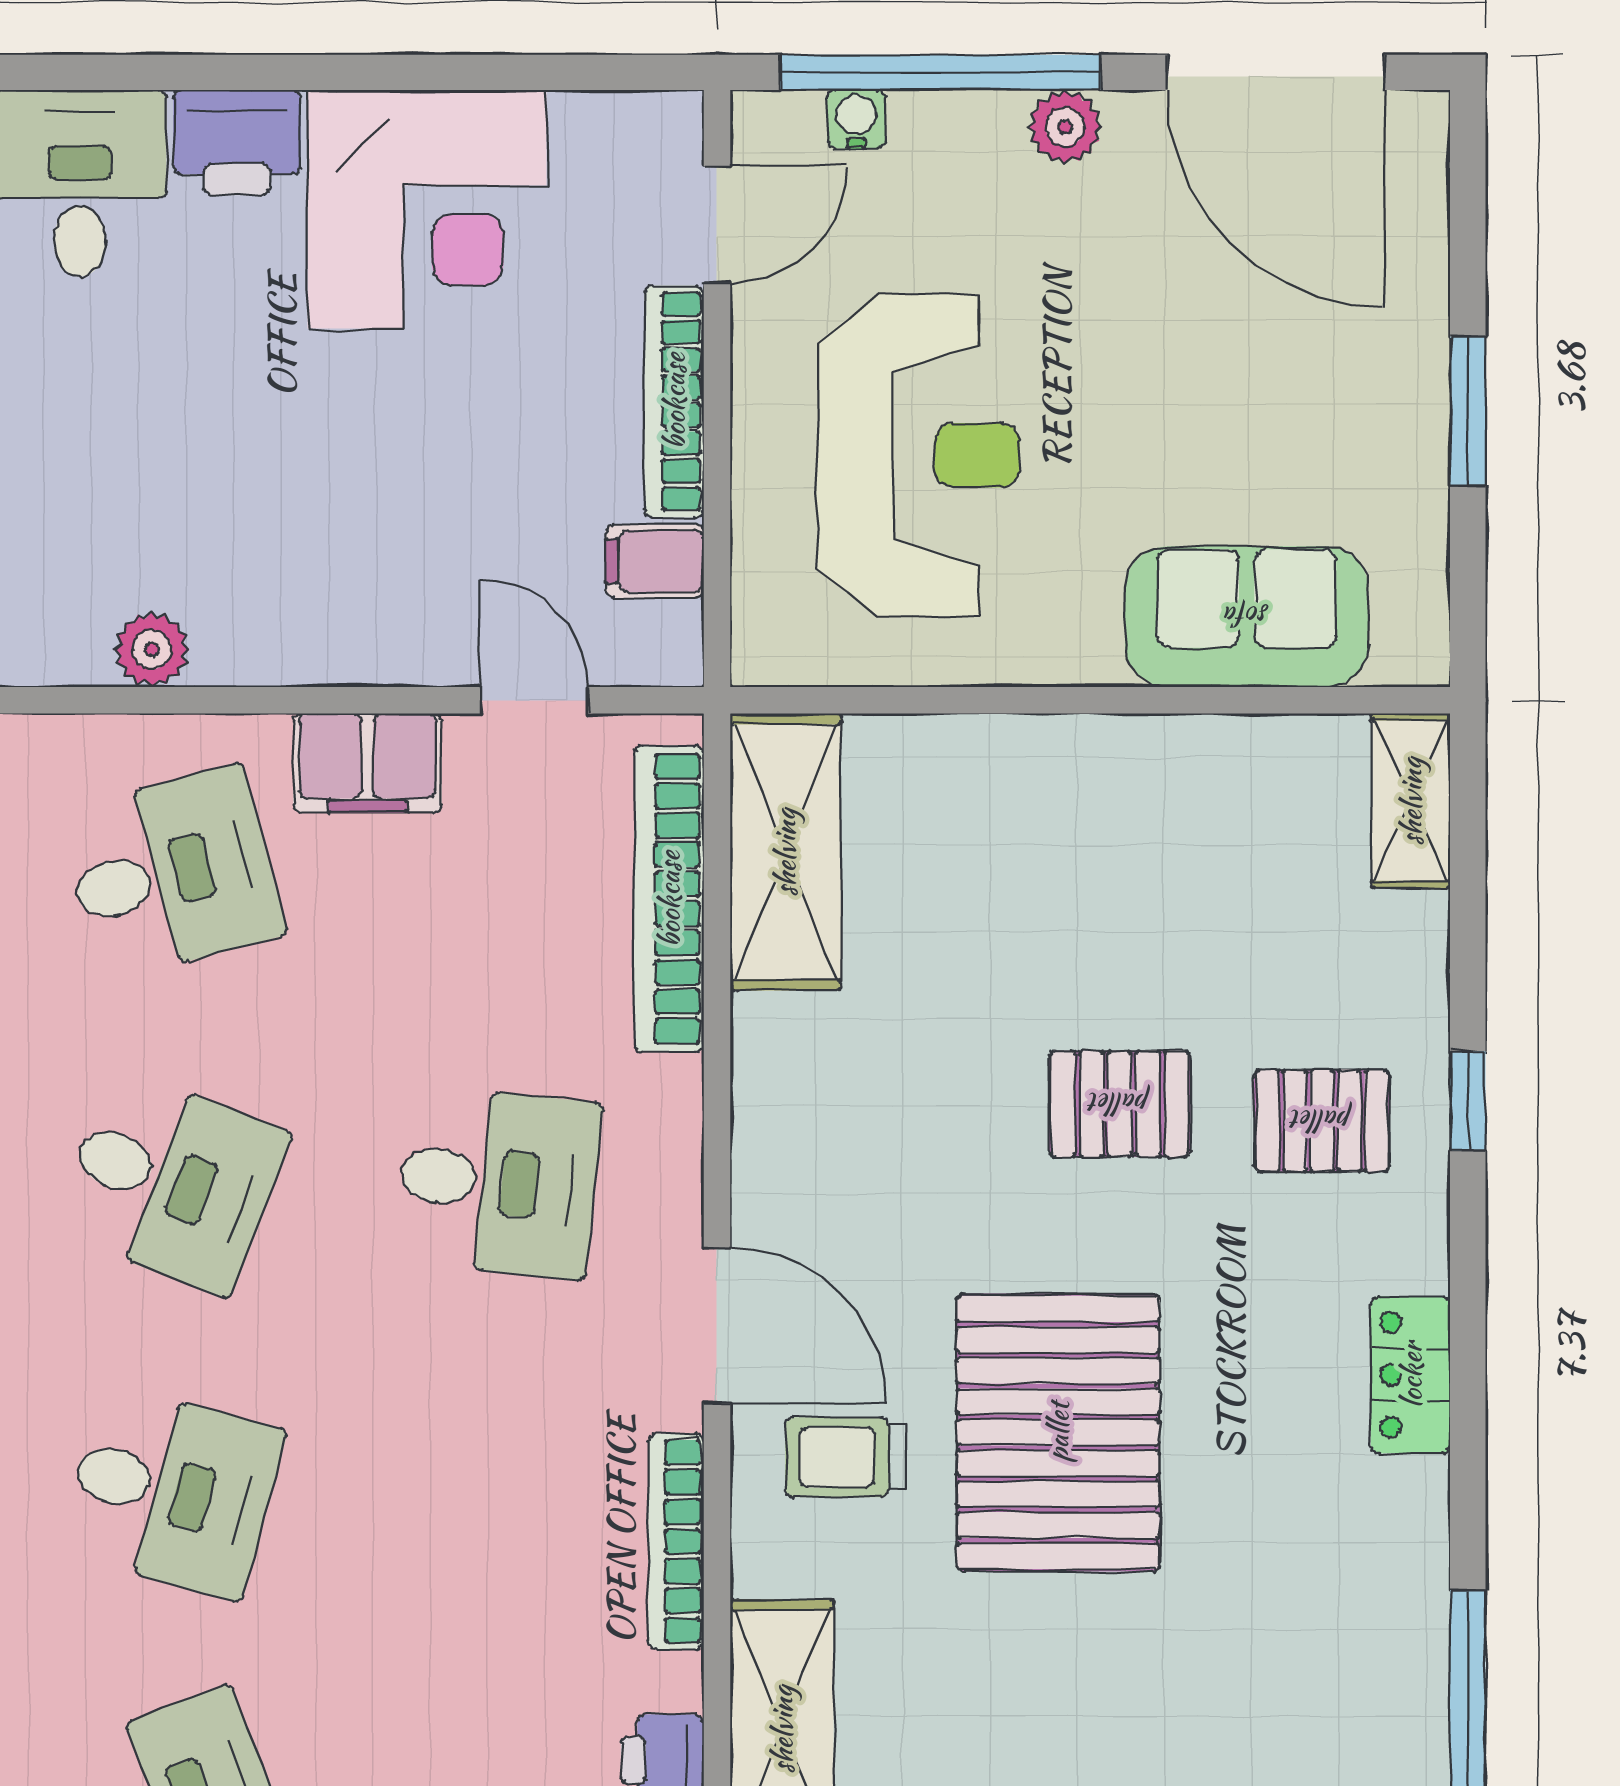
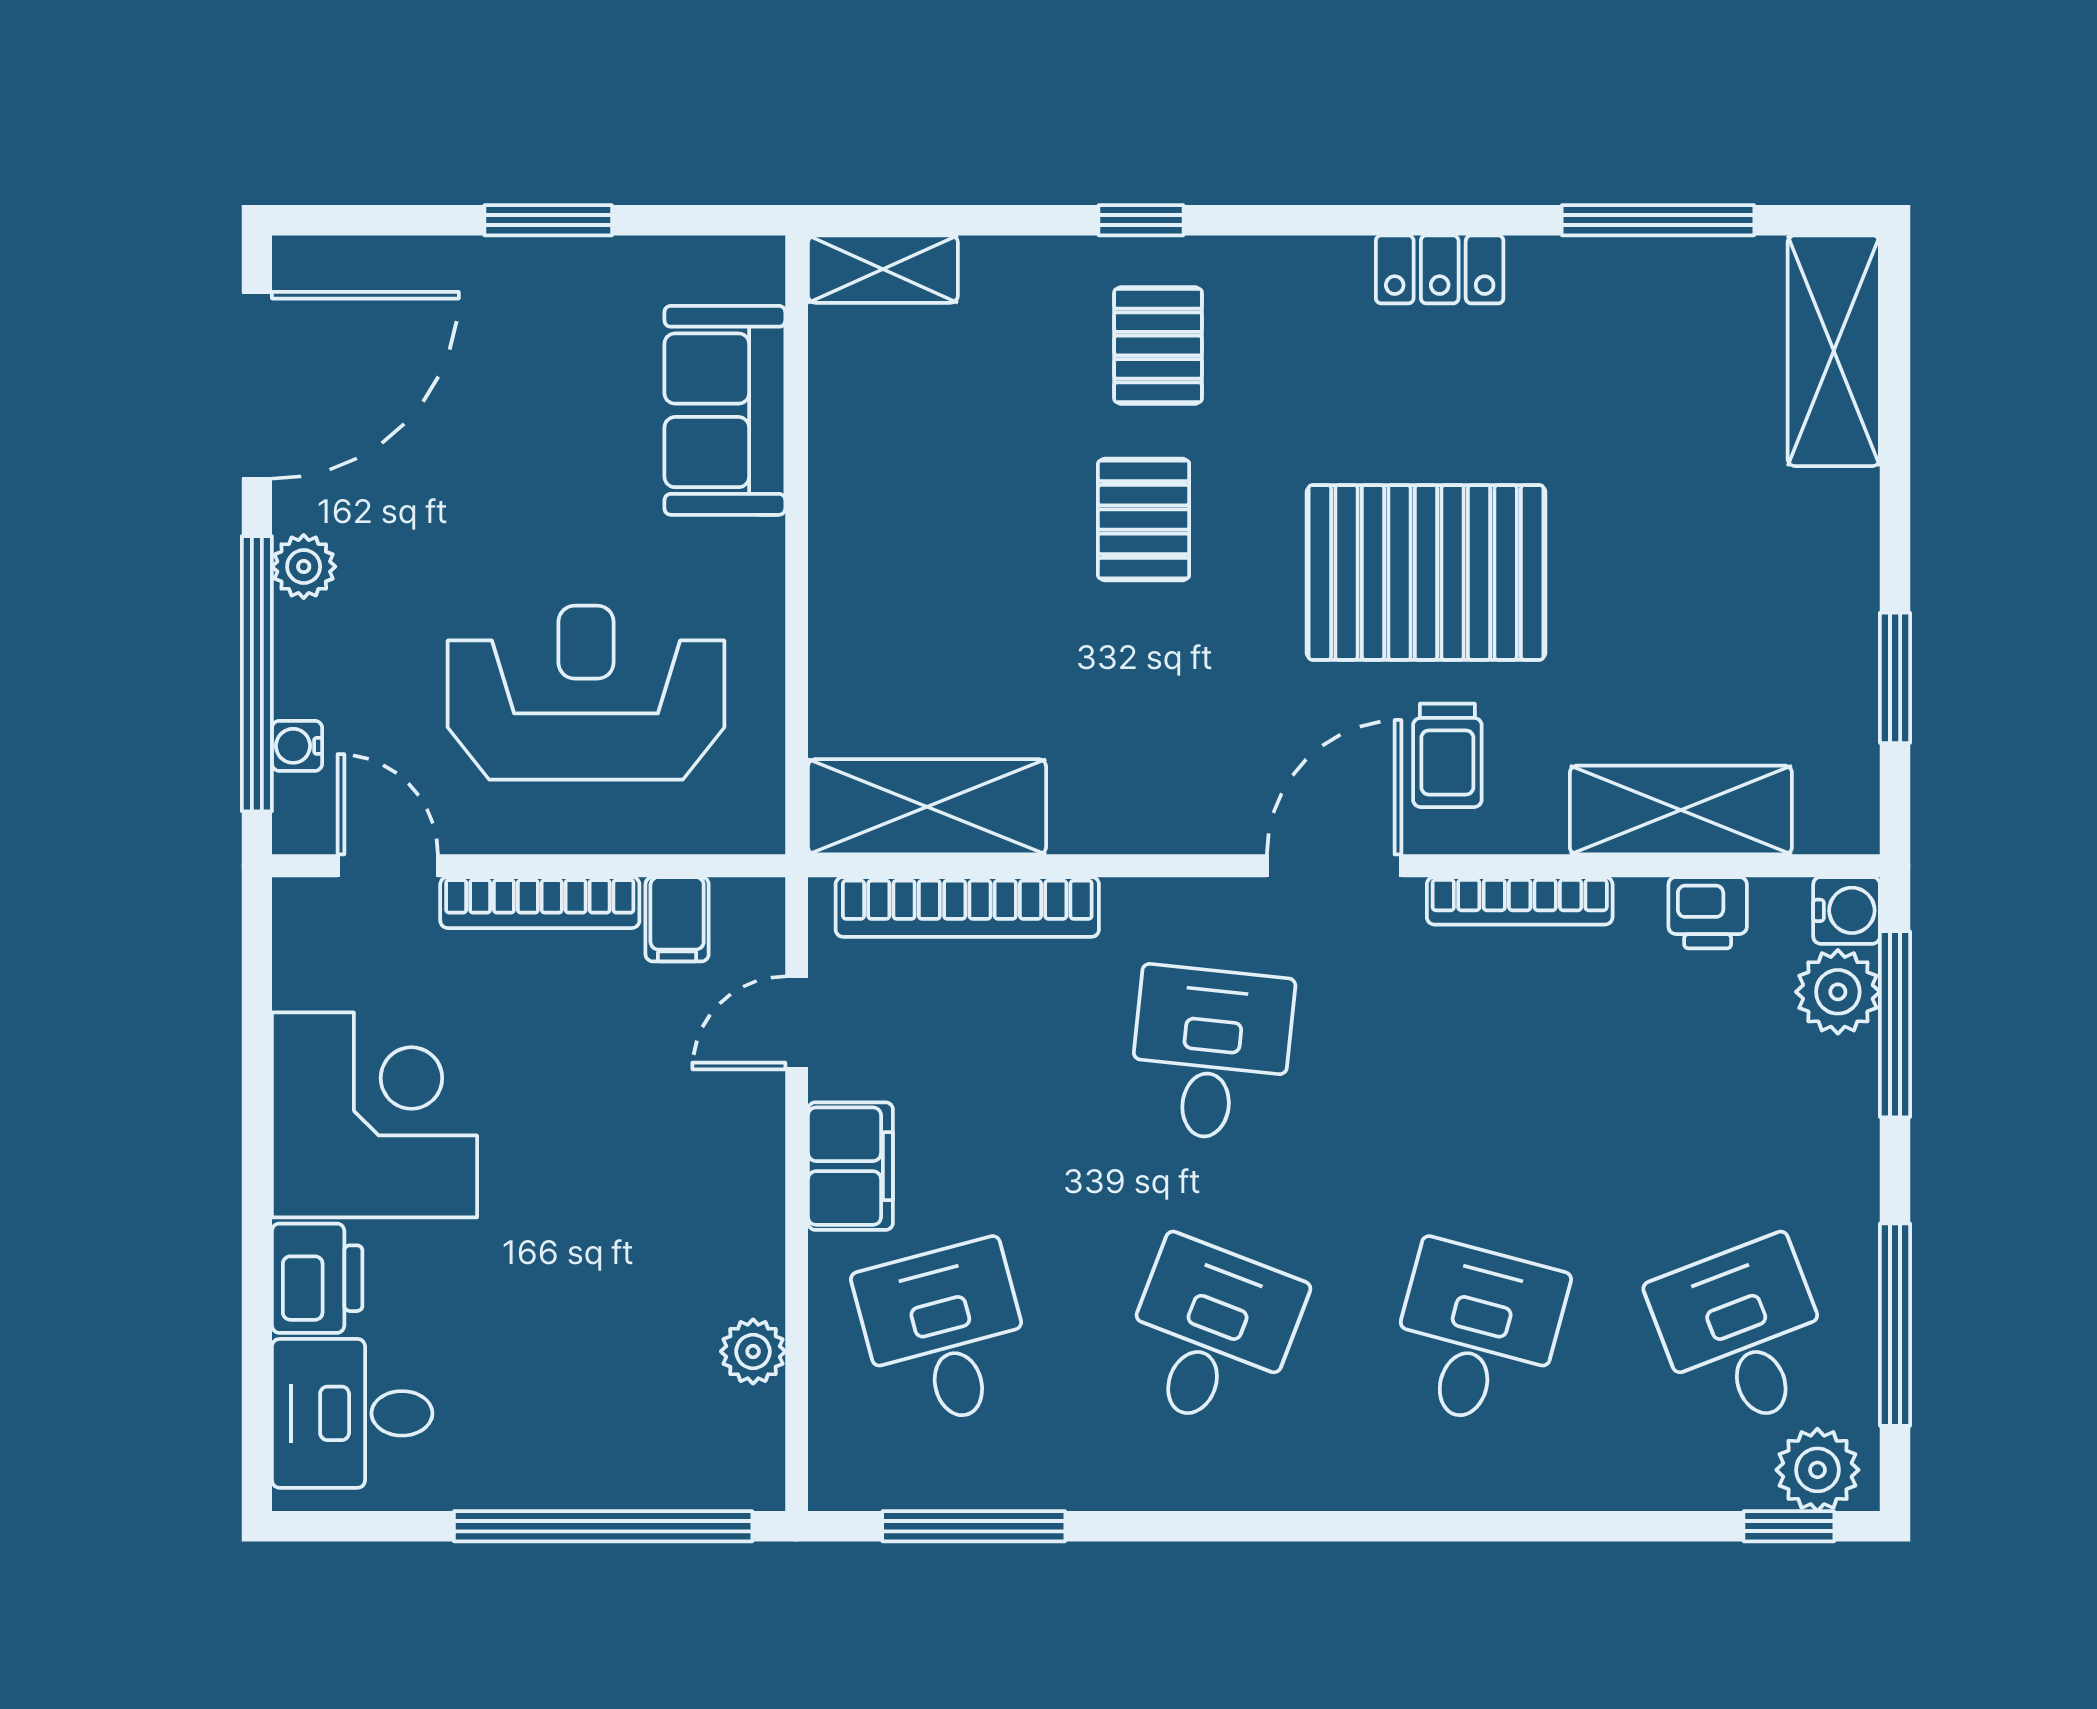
locker: (1411, 1375) -> (1440, 269), moved

